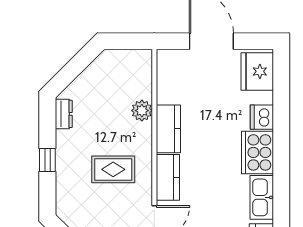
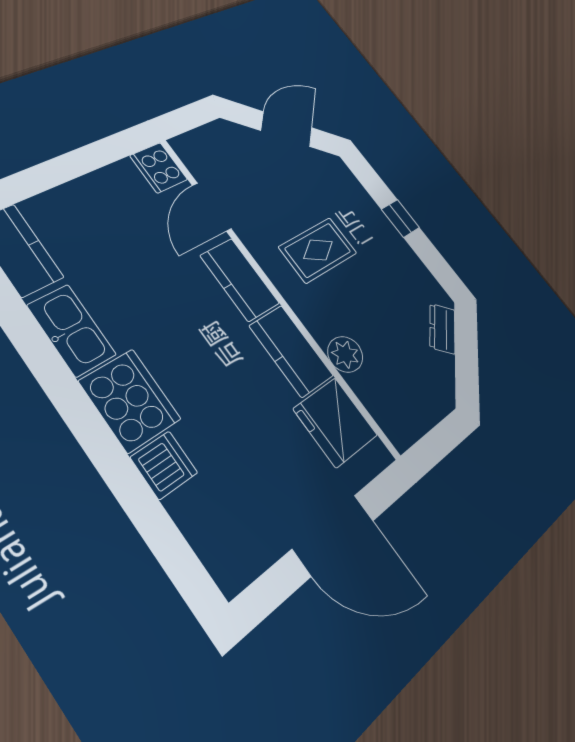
fridge: (257, 71) -> (336, 422), moved, turned 180
dresser: (64, 114) -> (442, 329), moved, turned 45

